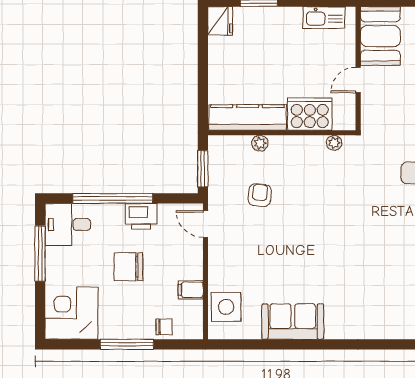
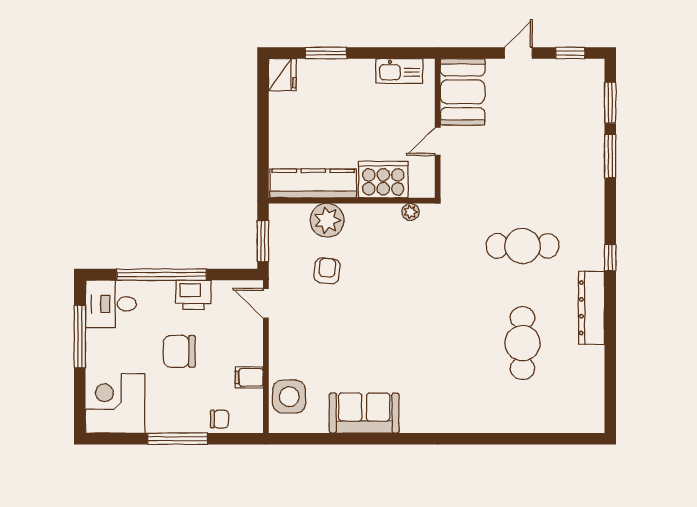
plant: (260, 143) -> (327, 220), width x1.88, depth x1.88

